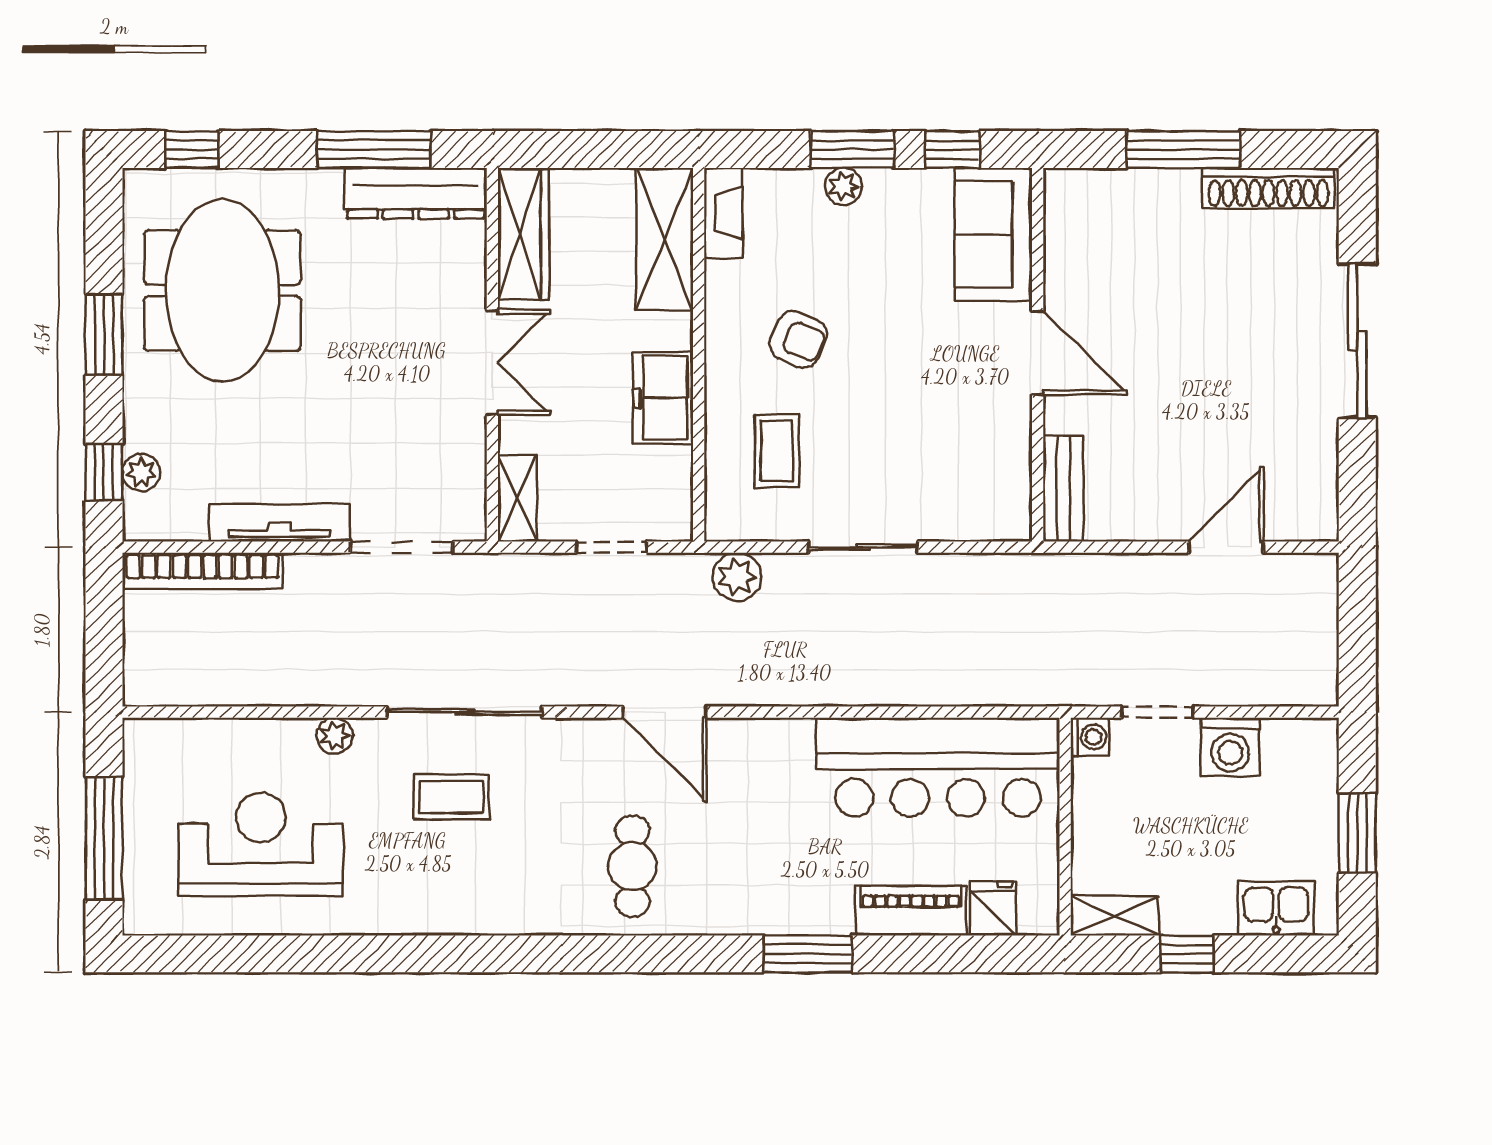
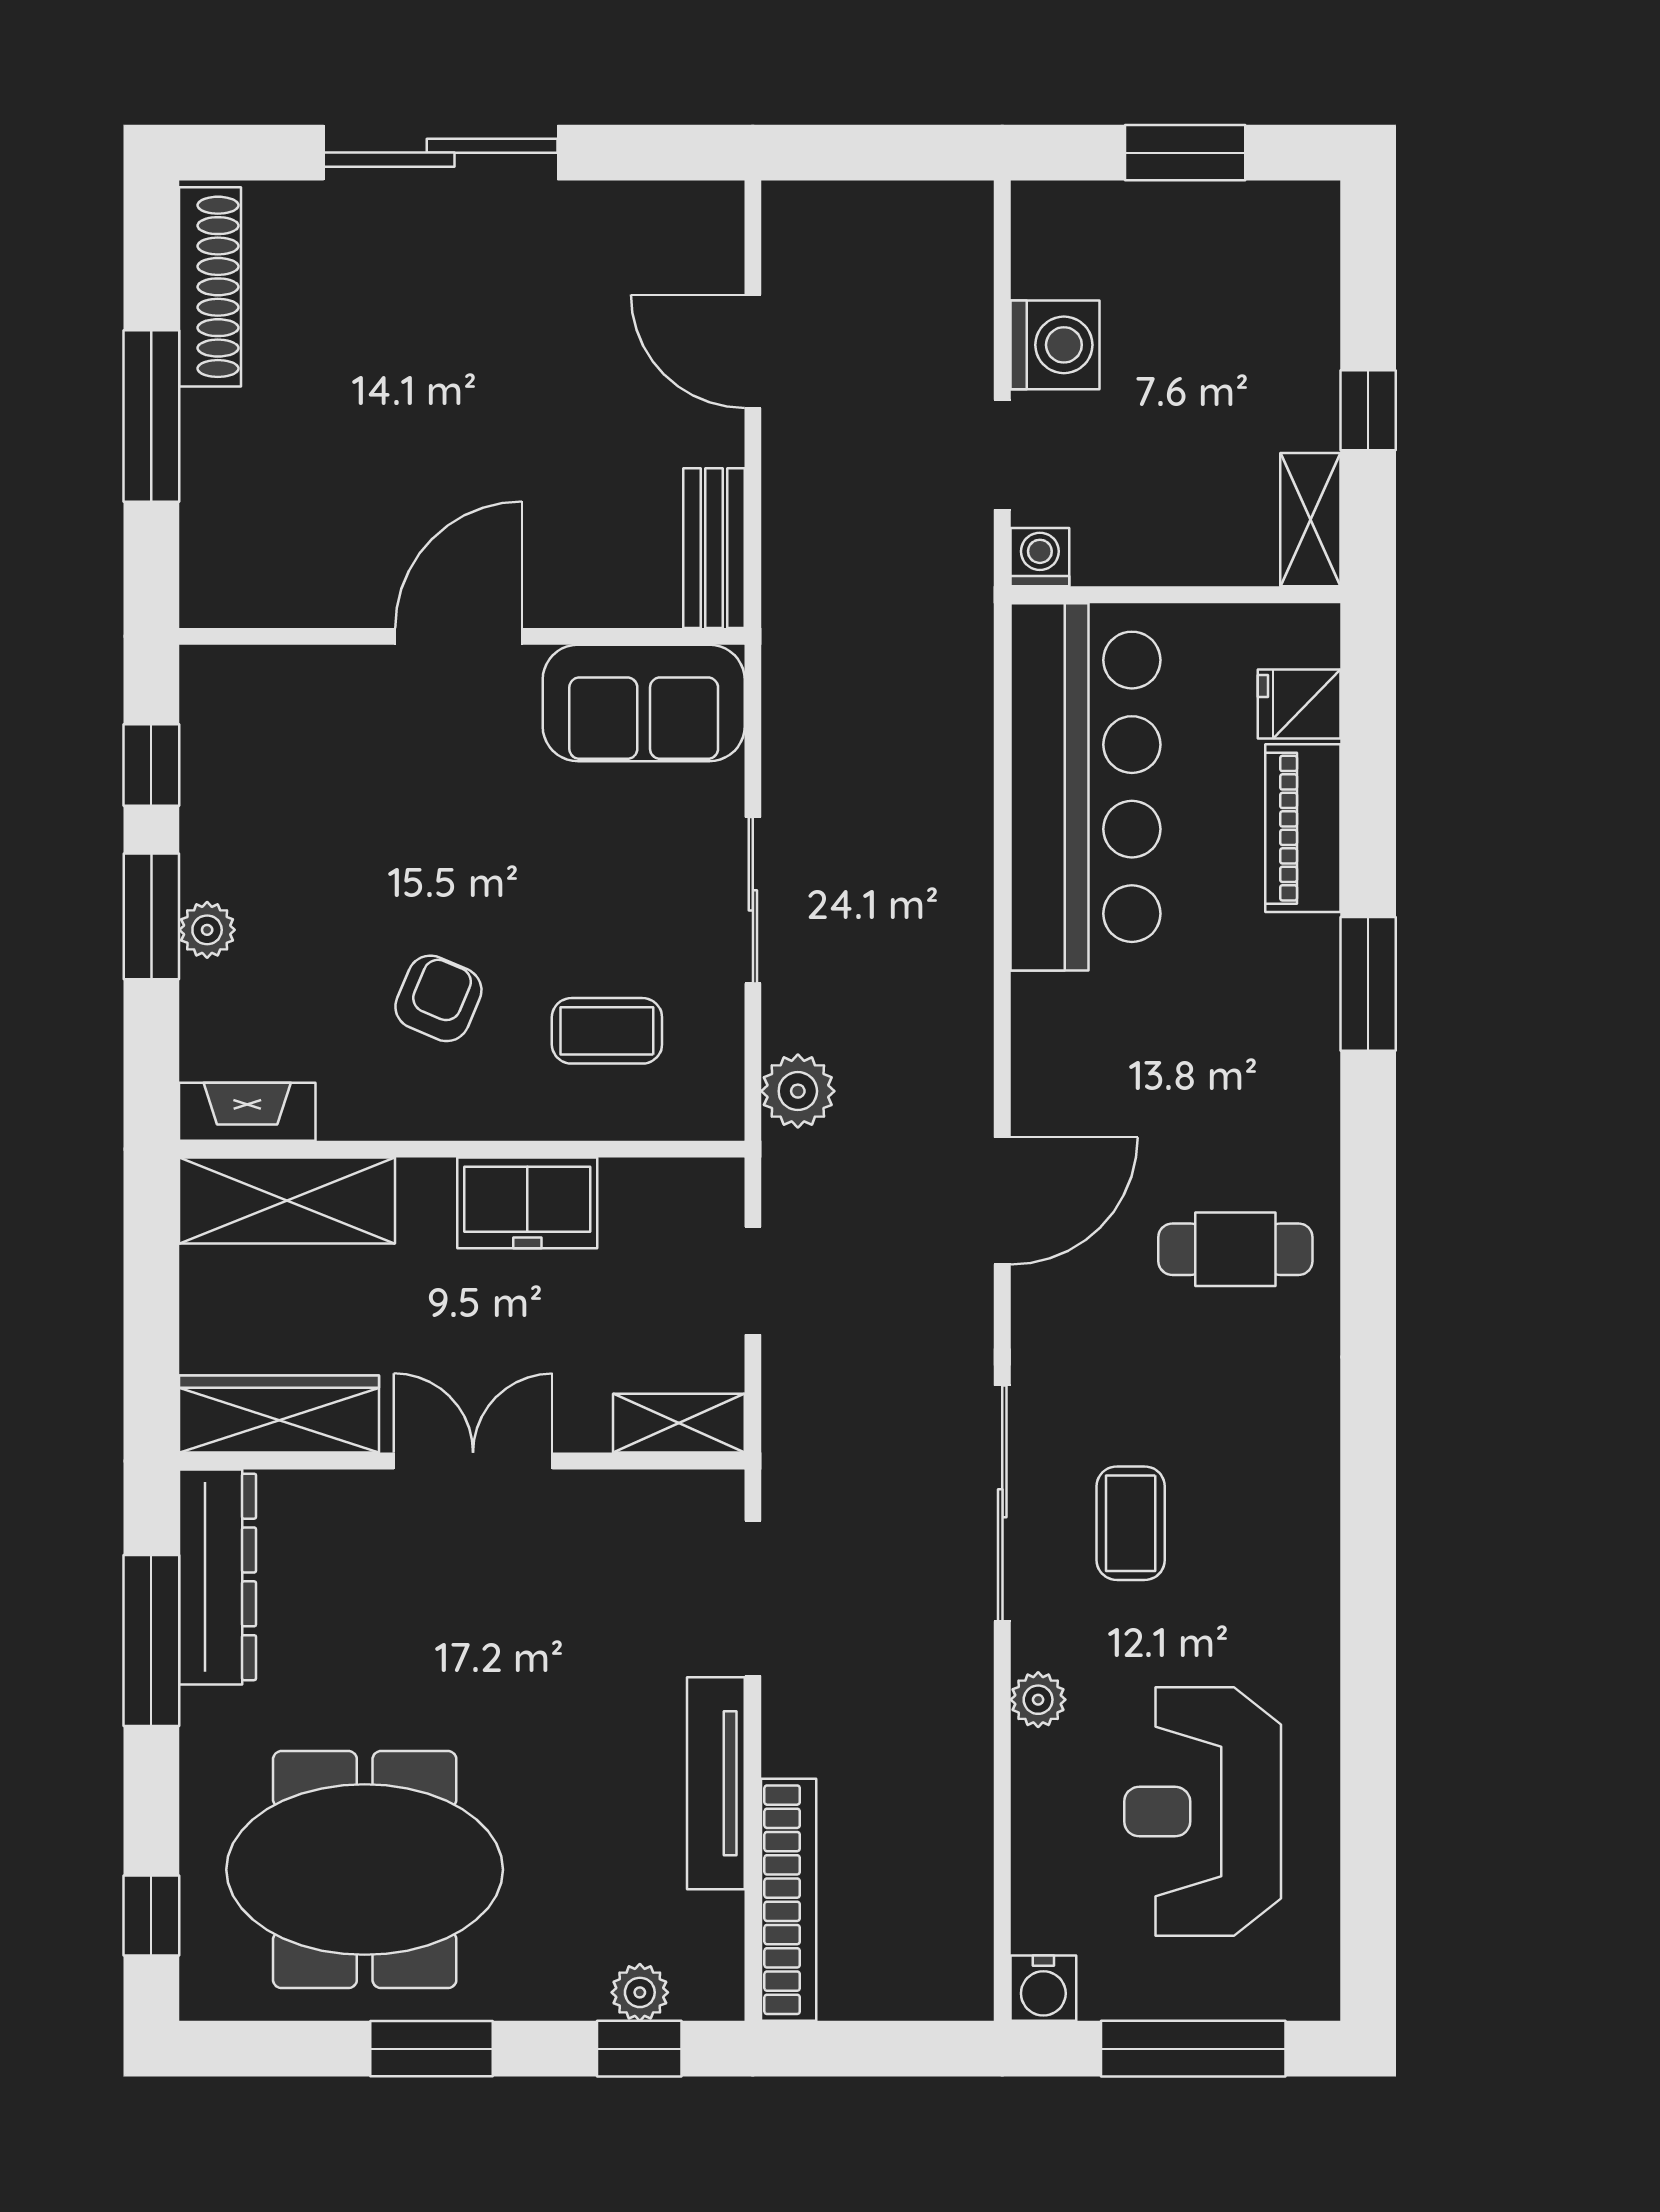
sofa: (993, 235) -> (644, 703), moved
bench: (1063, 489) -> (714, 548), moved, turned 90
water cooler: (144, 739) -> (1043, 1988), added
kitchen sink: (1276, 908) -> (1299, 276), removed

